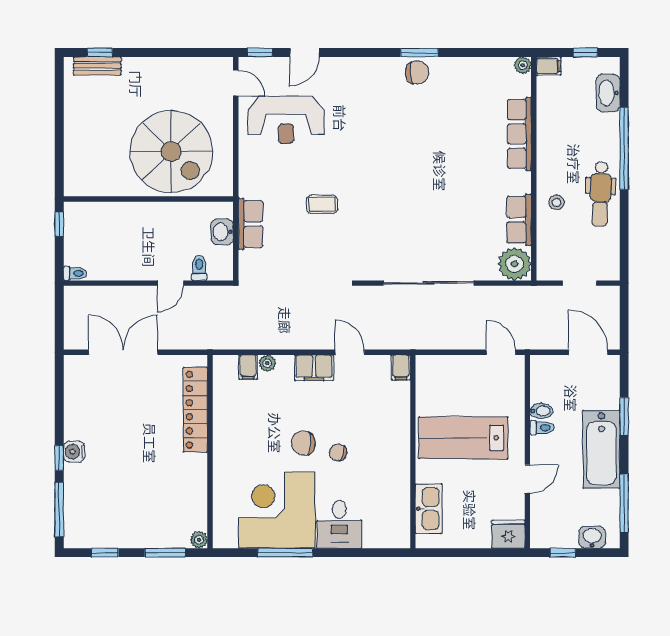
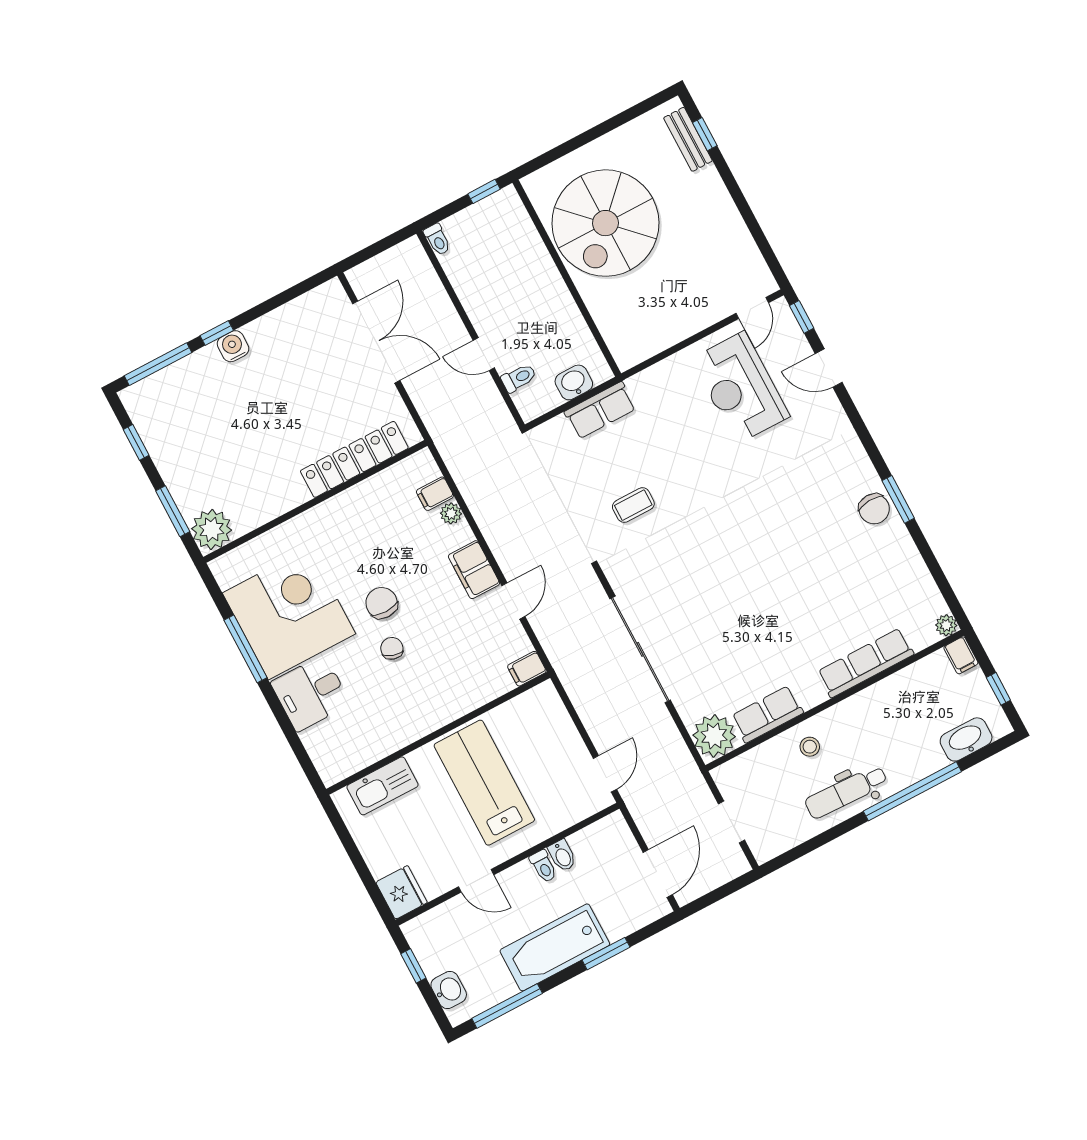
spiral stairs: (171, 152) -> (605, 223), moved
coffee table: (322, 204) -> (633, 505), moved, turned 90
plant: (199, 540) -> (212, 529), width x1.88, depth x1.88

